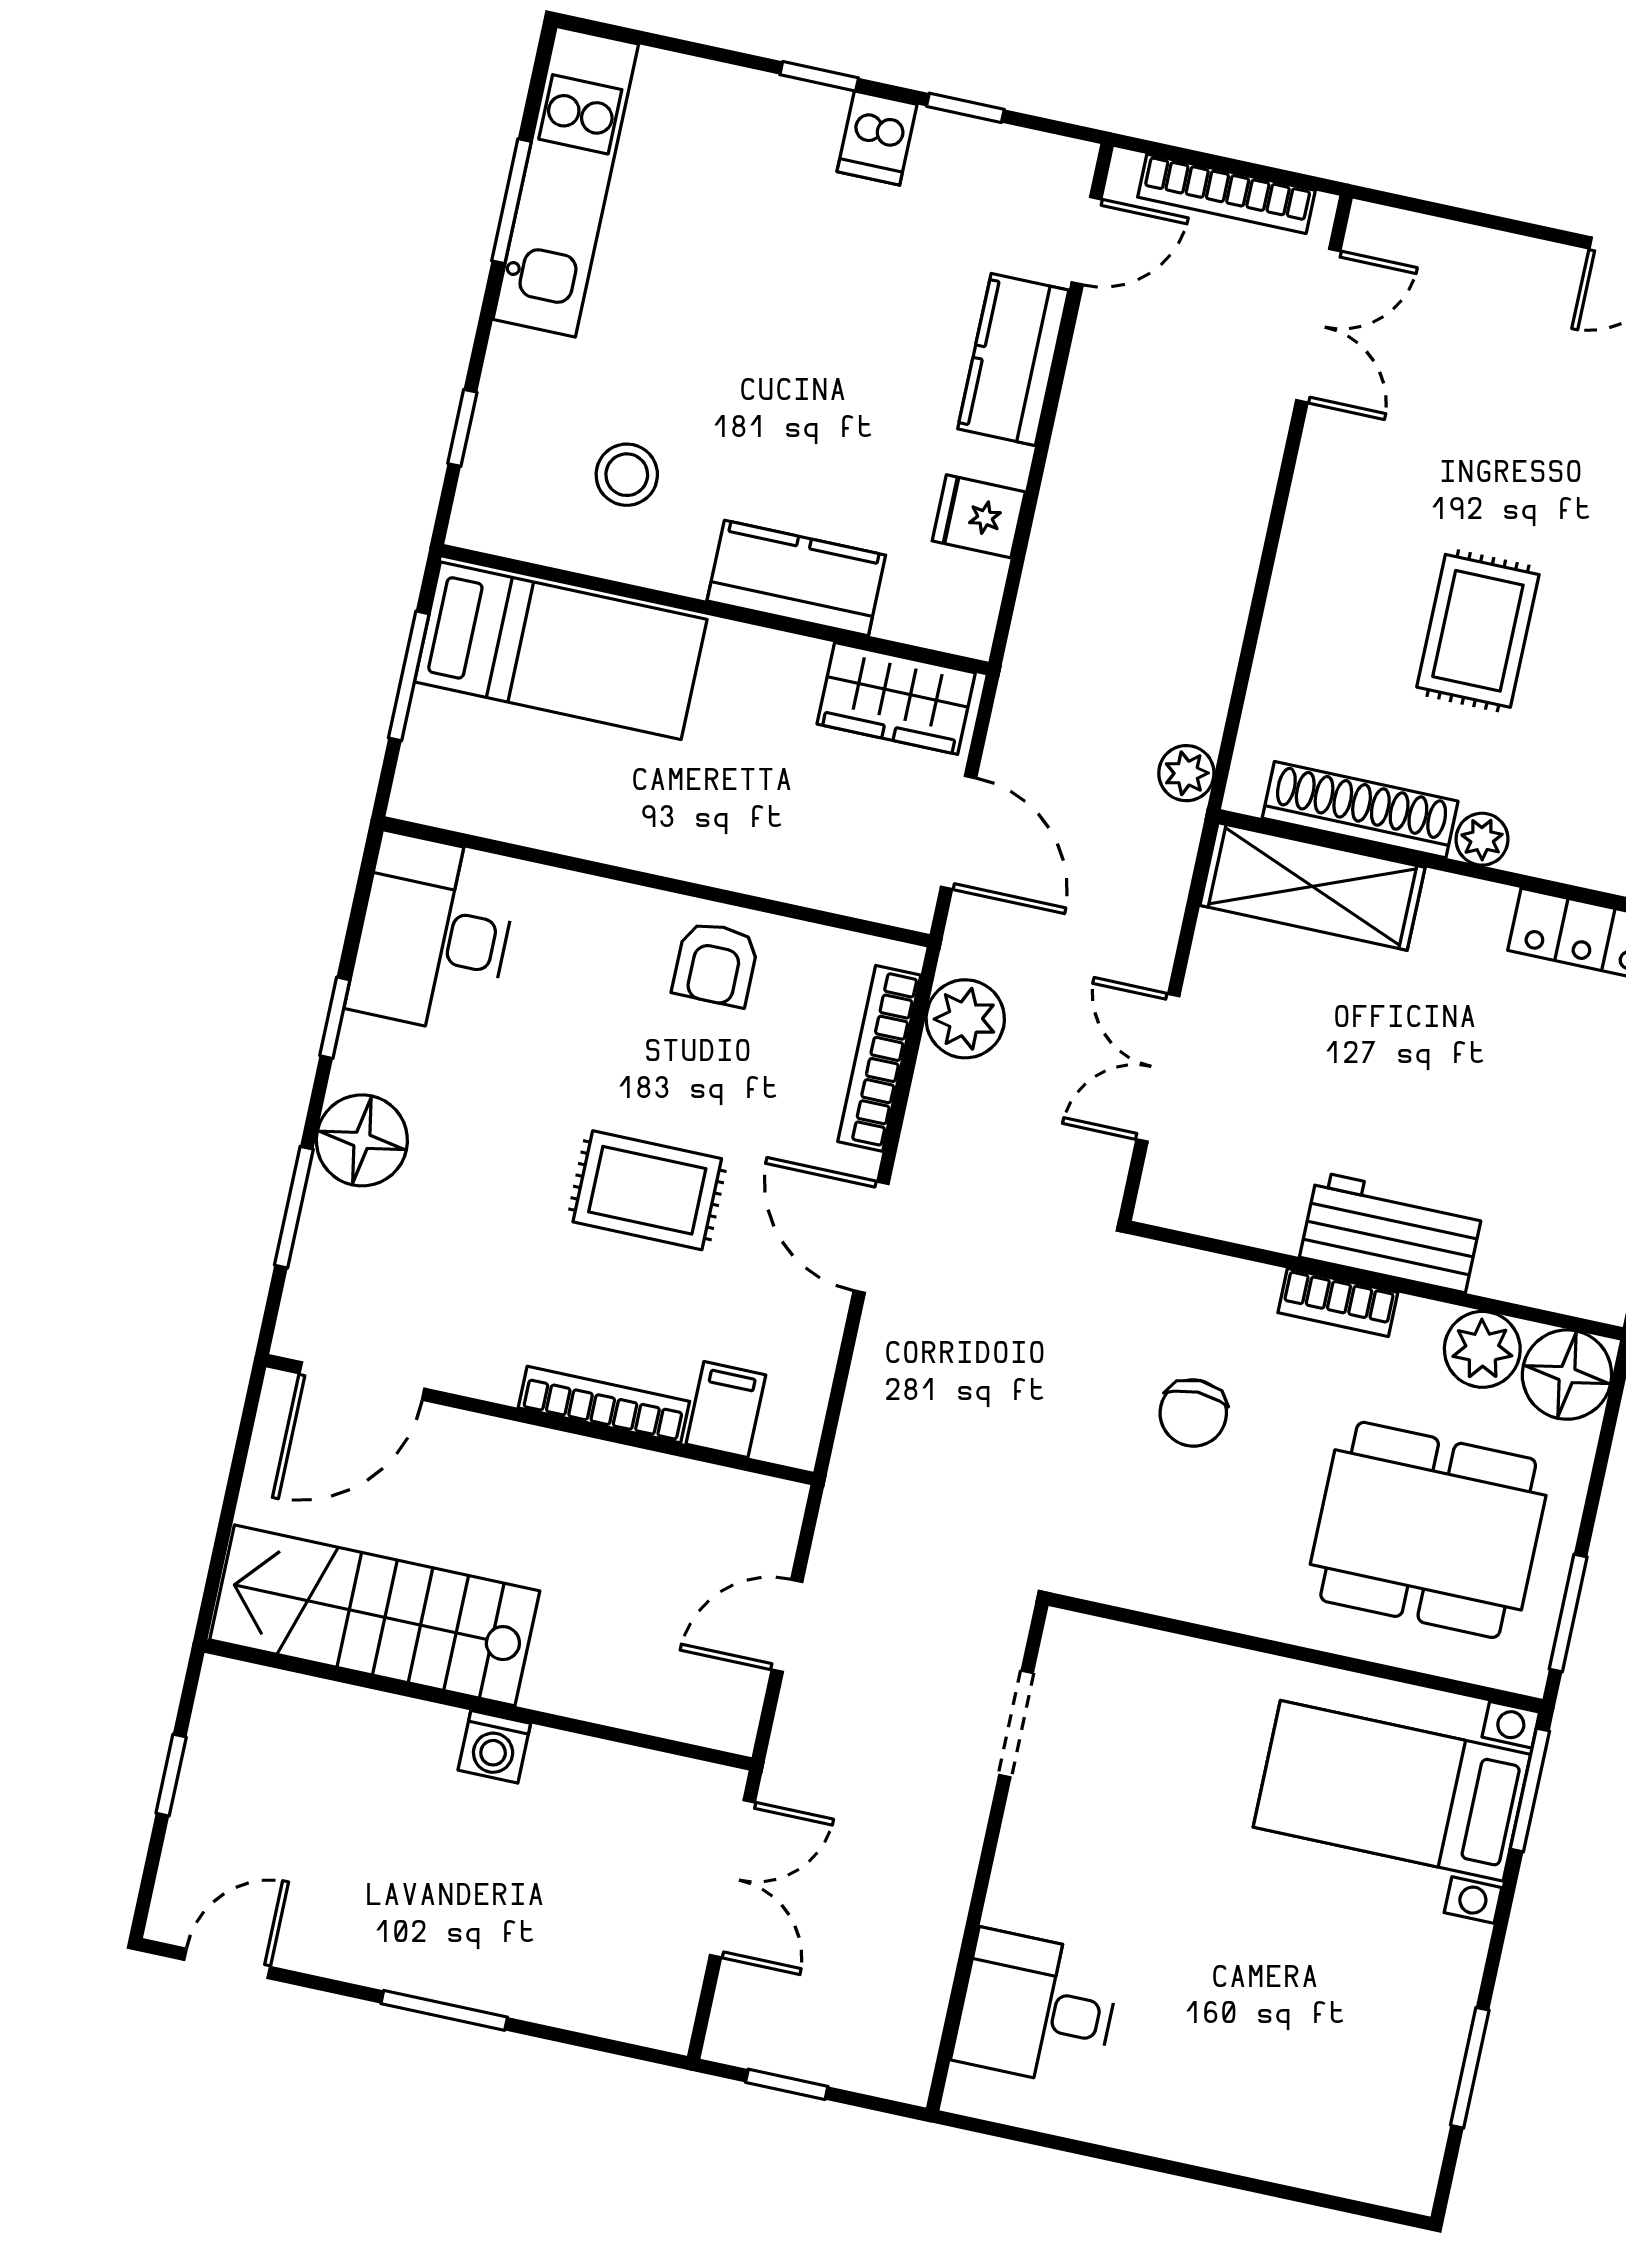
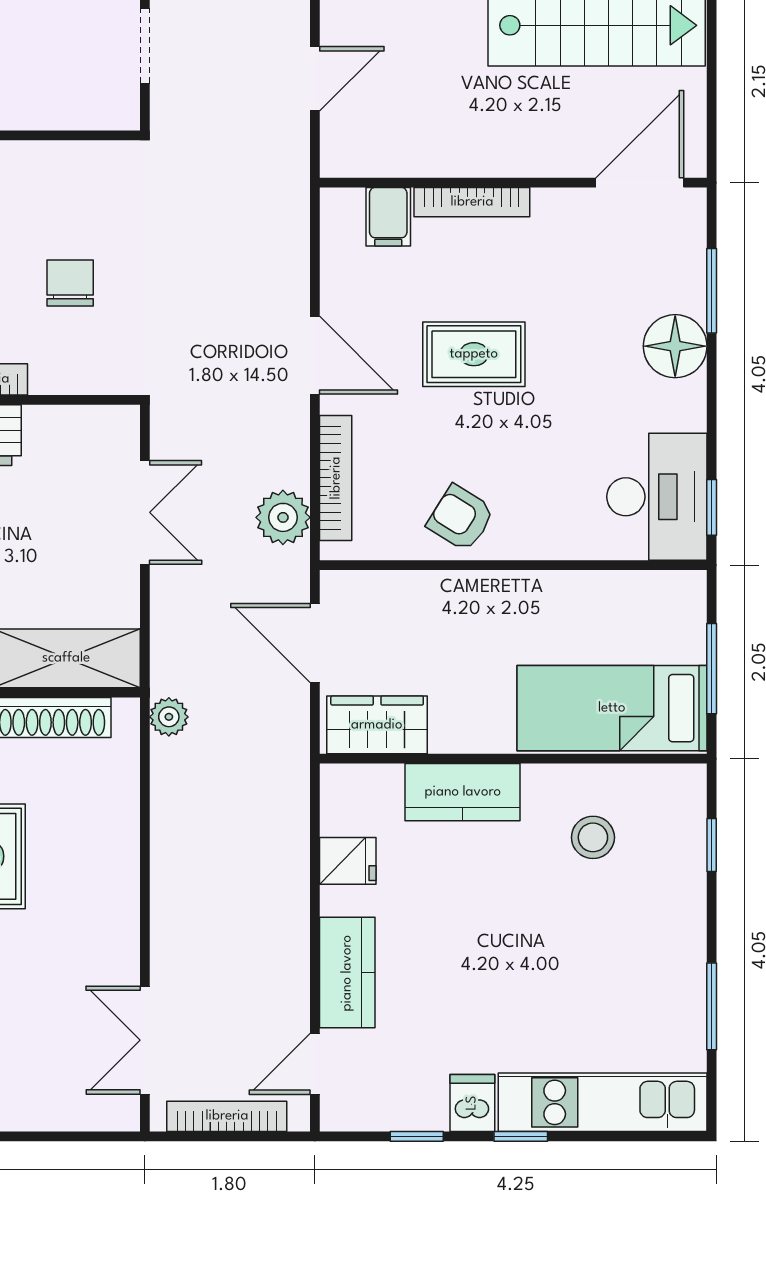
kitchen unit: (566, 182) -> (603, 1102), moved, turned 90
armchair: (716, 964) -> (461, 518), turned -58
window: (335, 1018) -> (712, 507), moved

